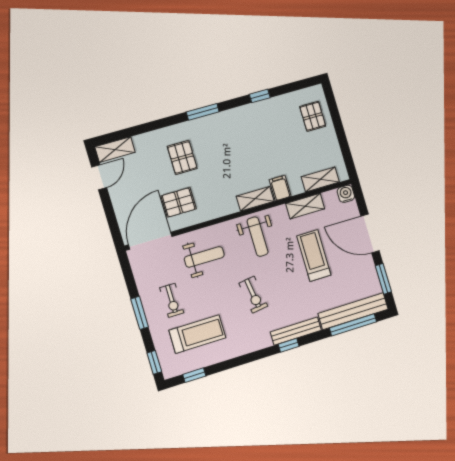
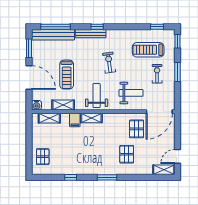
pallet: (179, 202) -> (136, 129), turned 90
weight bench: (204, 257) -> (131, 93), turned 180

